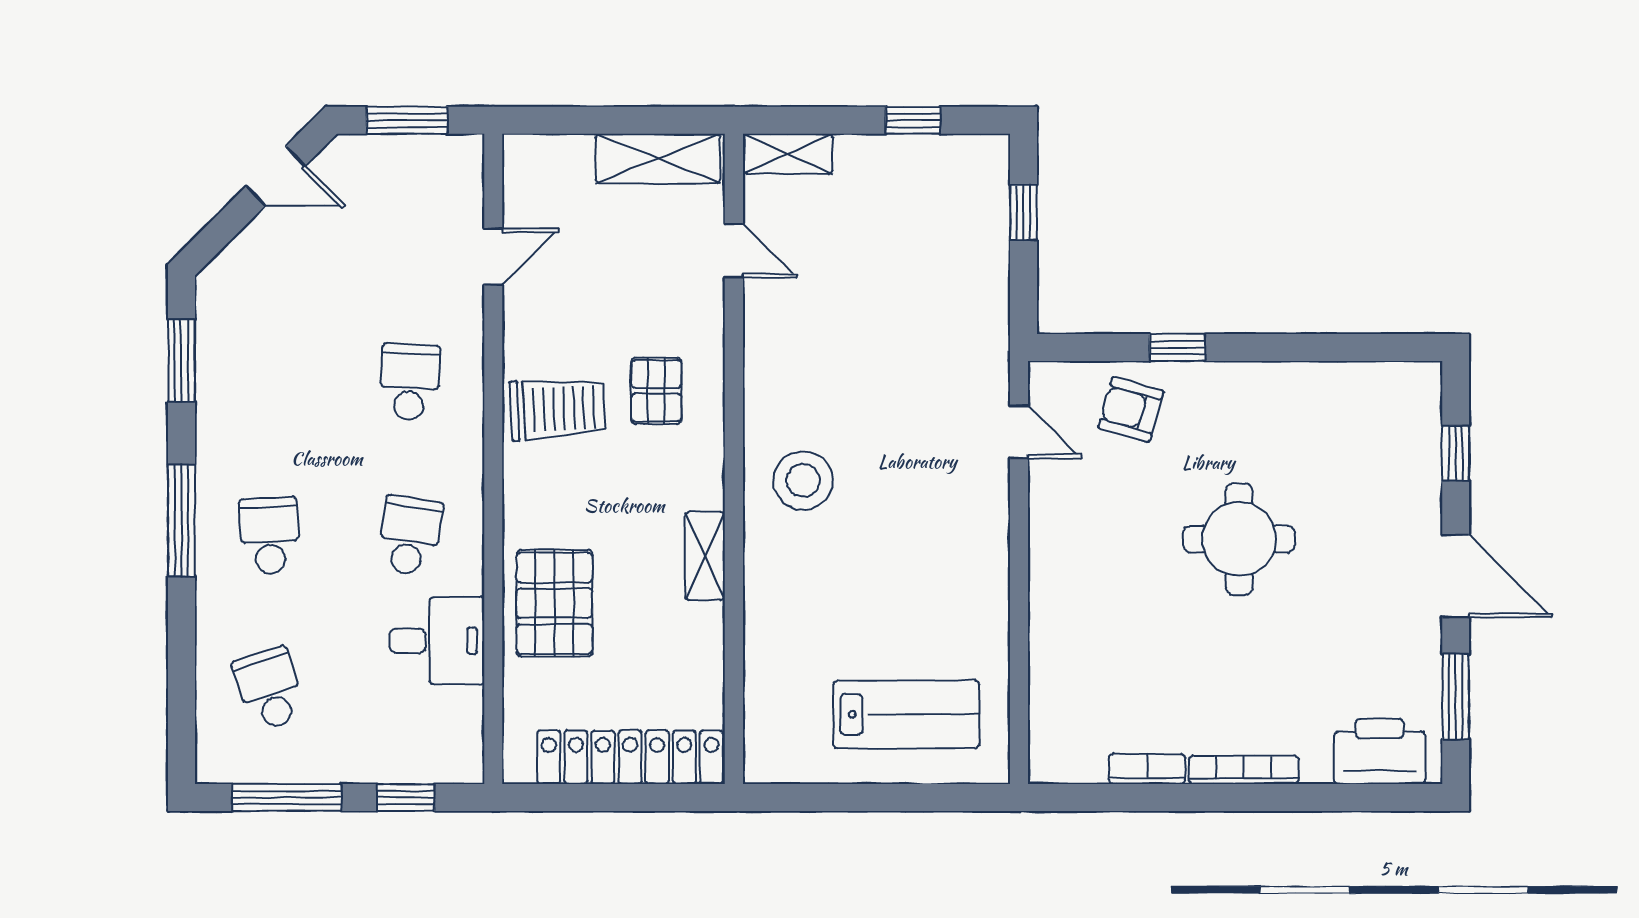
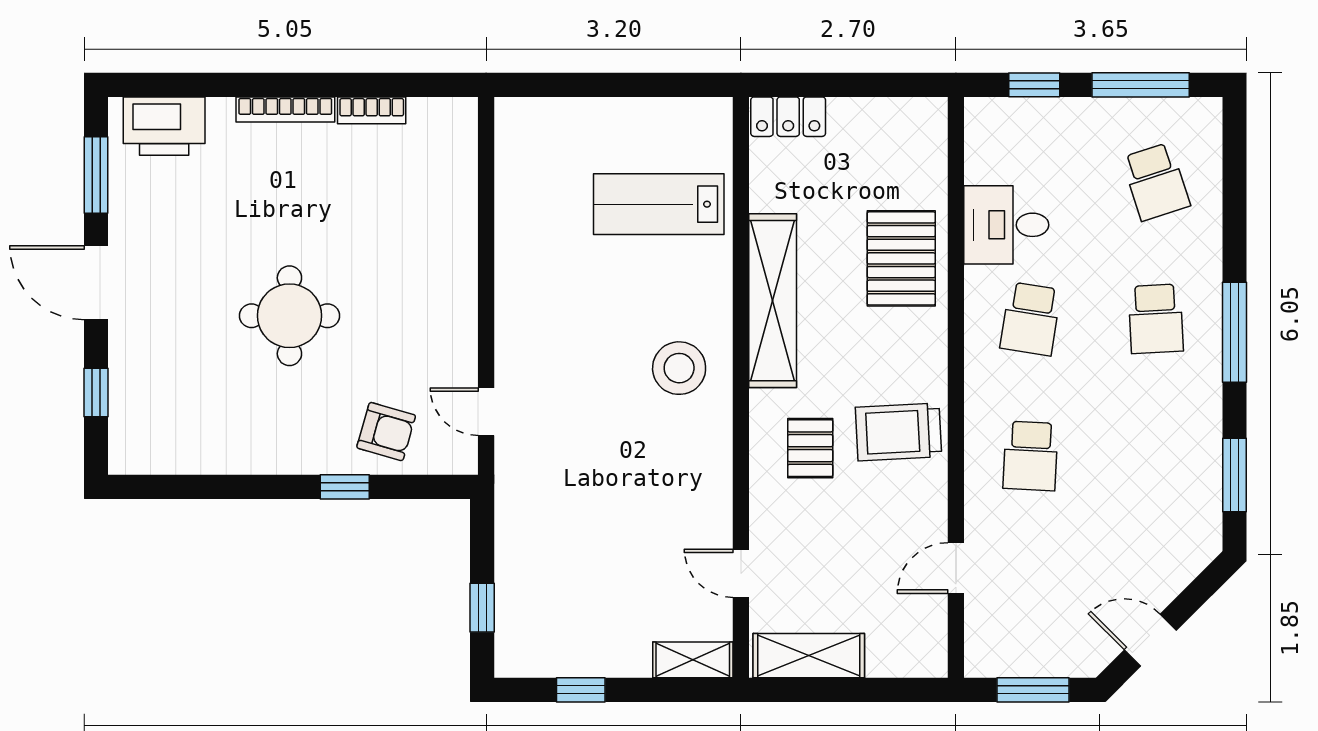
shelving: (705, 556) -> (773, 301), width x2.20, depth x1.33
lab bench: (906, 714) -> (659, 204), moved
locker: (630, 757) -> (788, 117), width x0.46, depth x0.83

